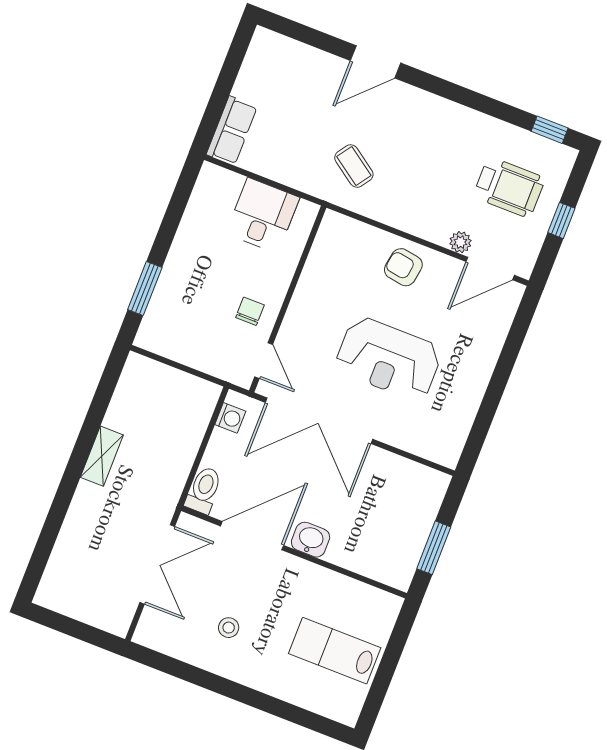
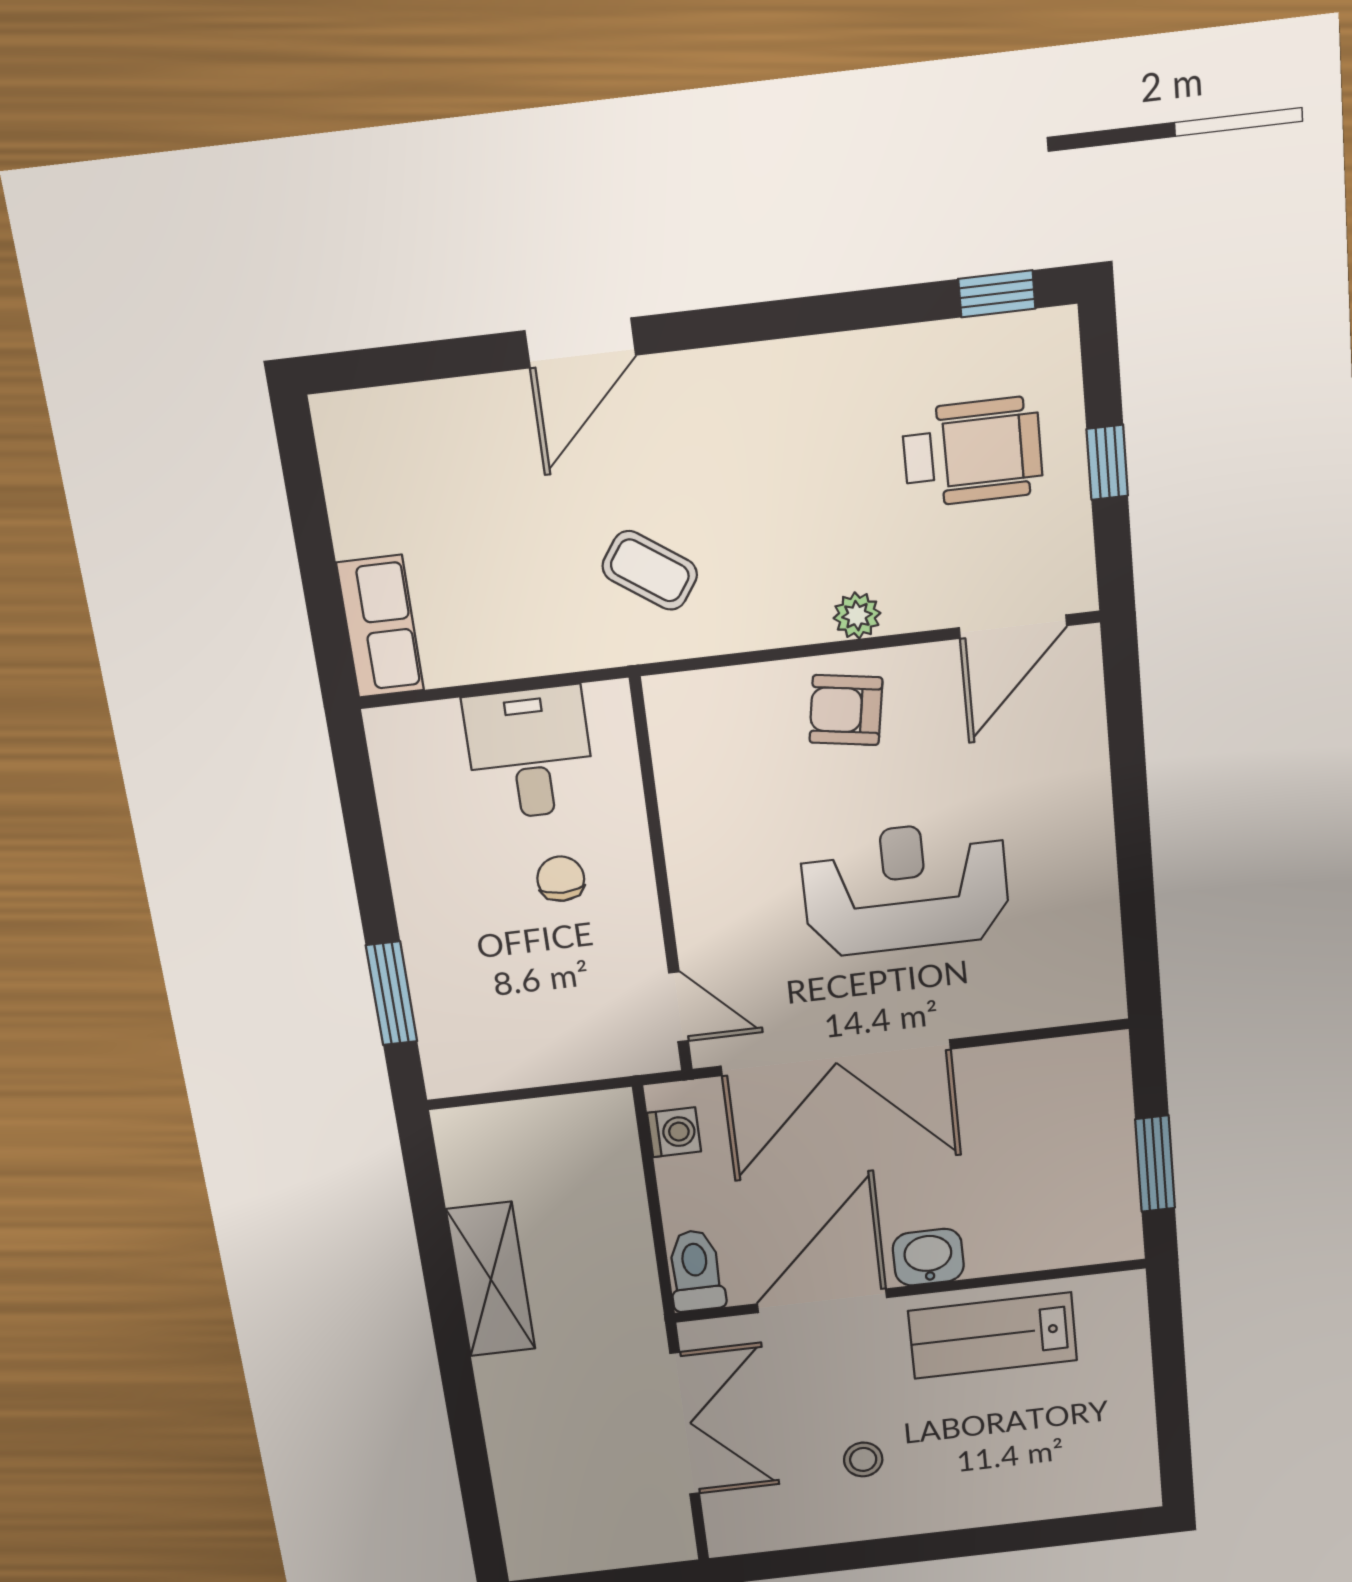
plant: (460, 242) -> (857, 616), moved
chair: (250, 311) -> (561, 879), moved
reception desk: (389, 359) -> (905, 888), turned 180
shelving: (102, 456) -> (491, 1279), width x1.50, depth x1.33
lab bench: (335, 651) -> (993, 1336), moved

